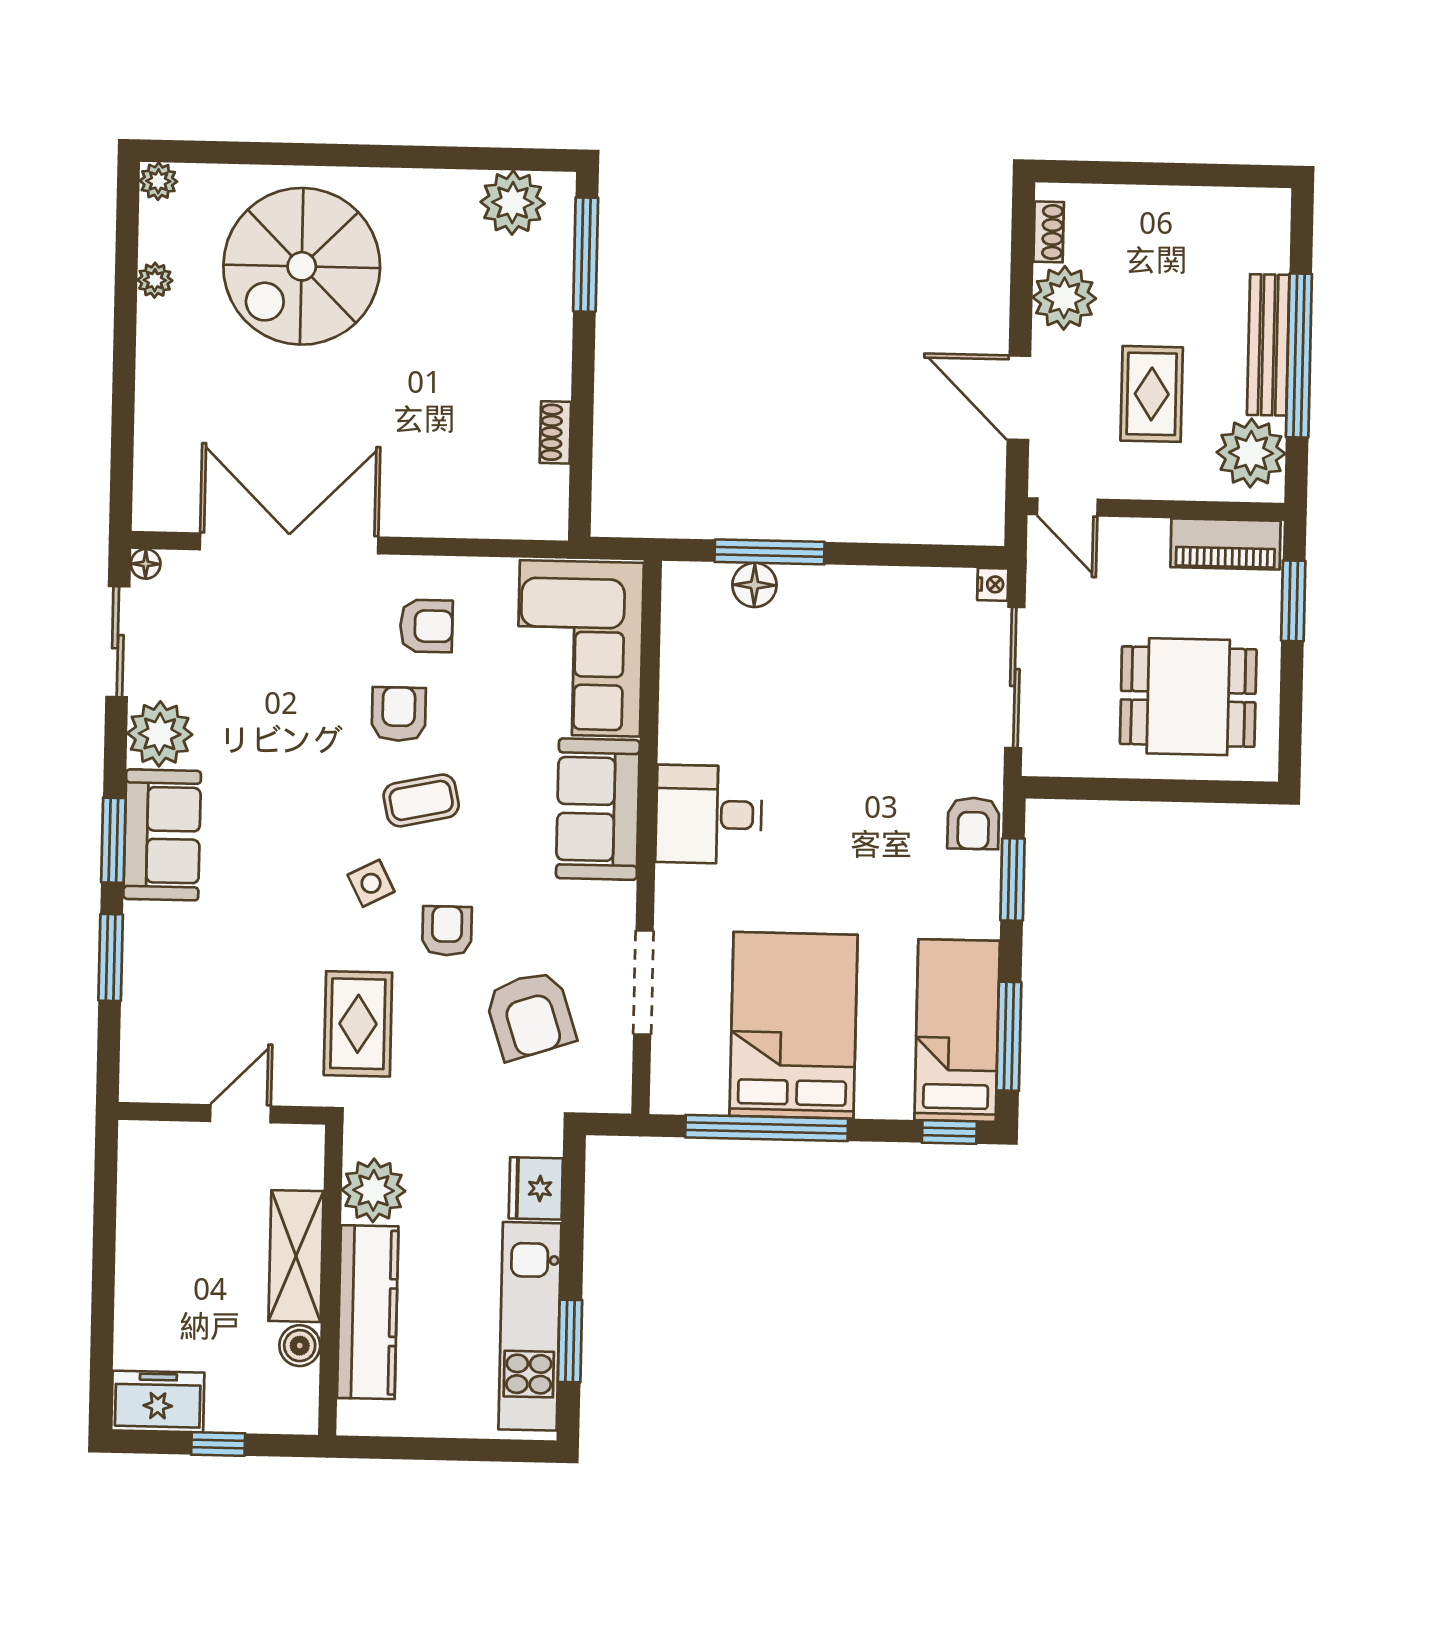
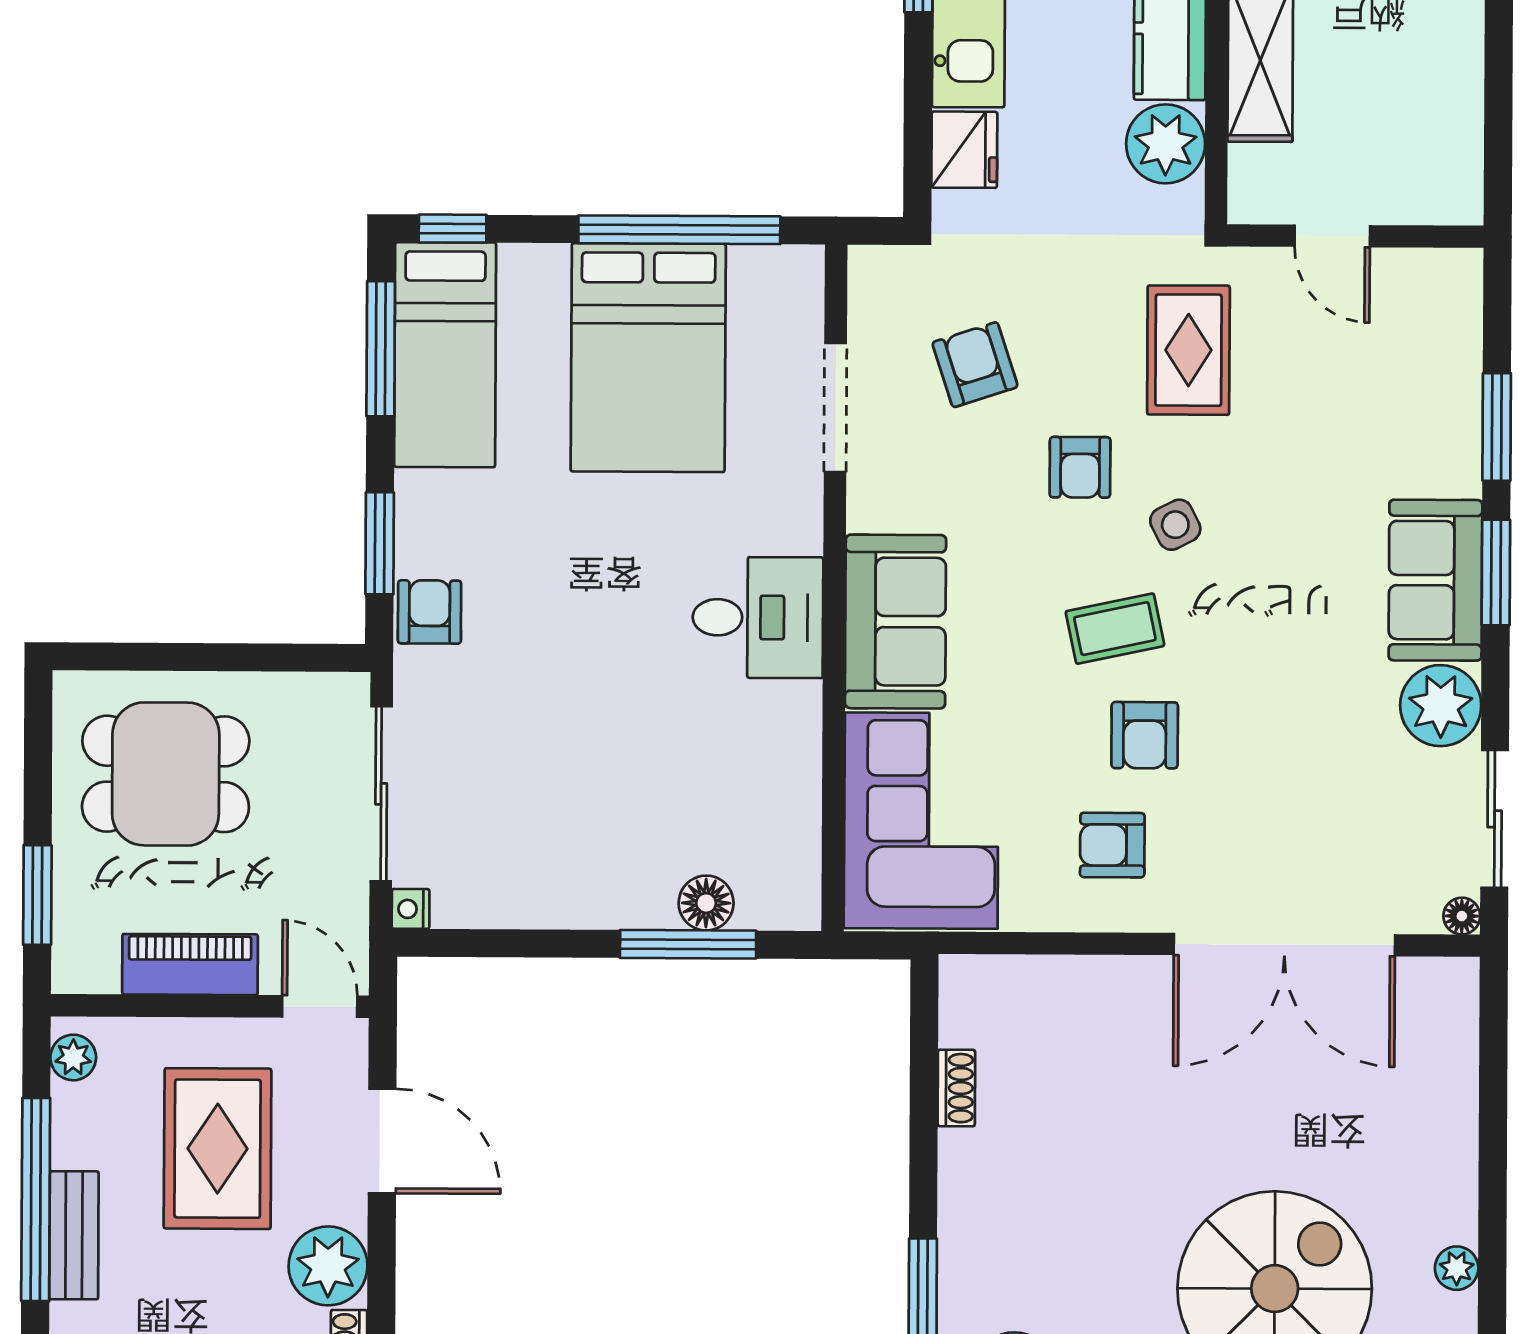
bench: (1268, 345) -> (74, 1235), width x0.73
rug: (1152, 394) -> (218, 1149), width x1.36, depth x1.43
plant: (1251, 453) -> (73, 1057), width x0.53, depth x0.53
piano: (1226, 544) -> (190, 964), moved
armchair: (530, 1015) -> (975, 365), width x0.72, depth x0.72
door: (240, 1114) -> (1332, 236), hinge flipped

